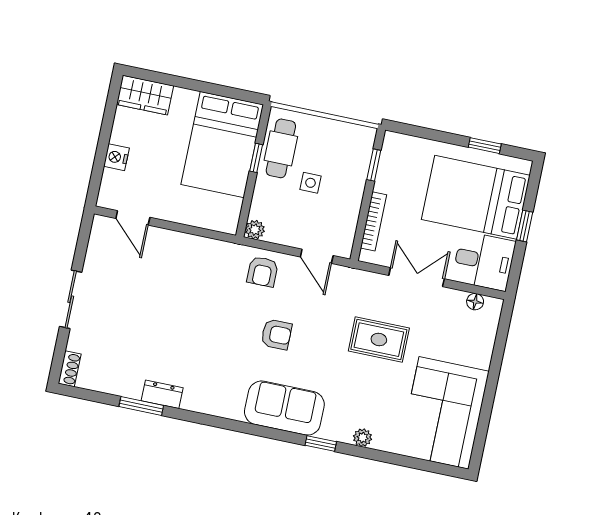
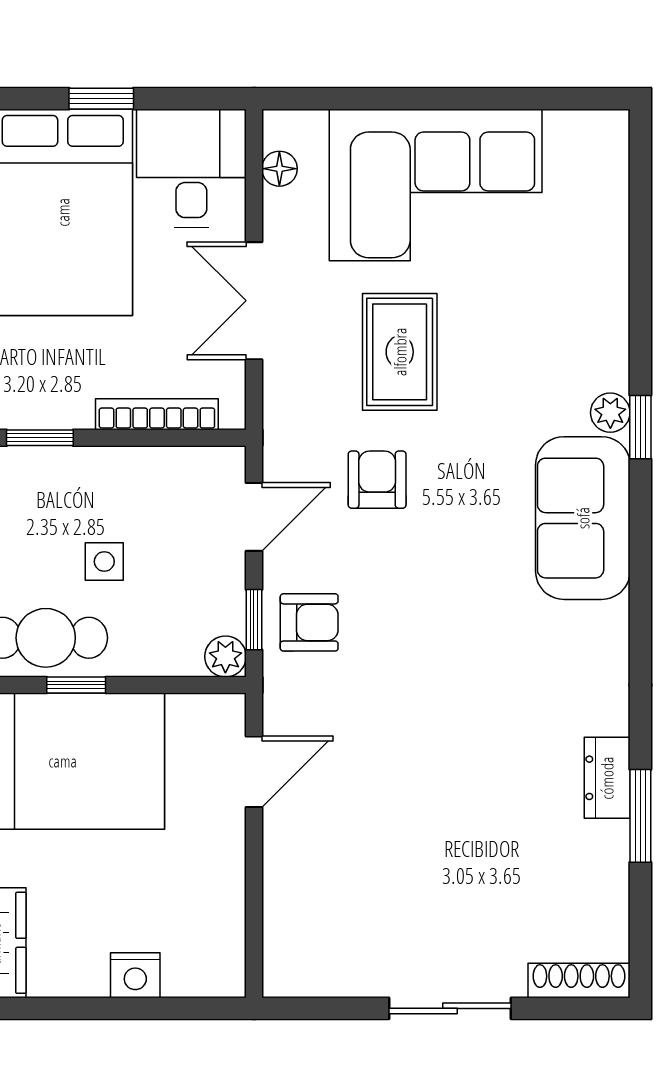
door: (133, 218) -> (254, 772), moved
window: (269, 246) -> (254, 620), added
armchair: (276, 334) -> (377, 480), moved
shoe rack: (70, 369) -> (579, 981), width x1.43
corner sofa: (444, 413) -> (436, 185), moved
plant: (363, 438) -> (610, 413), moved

